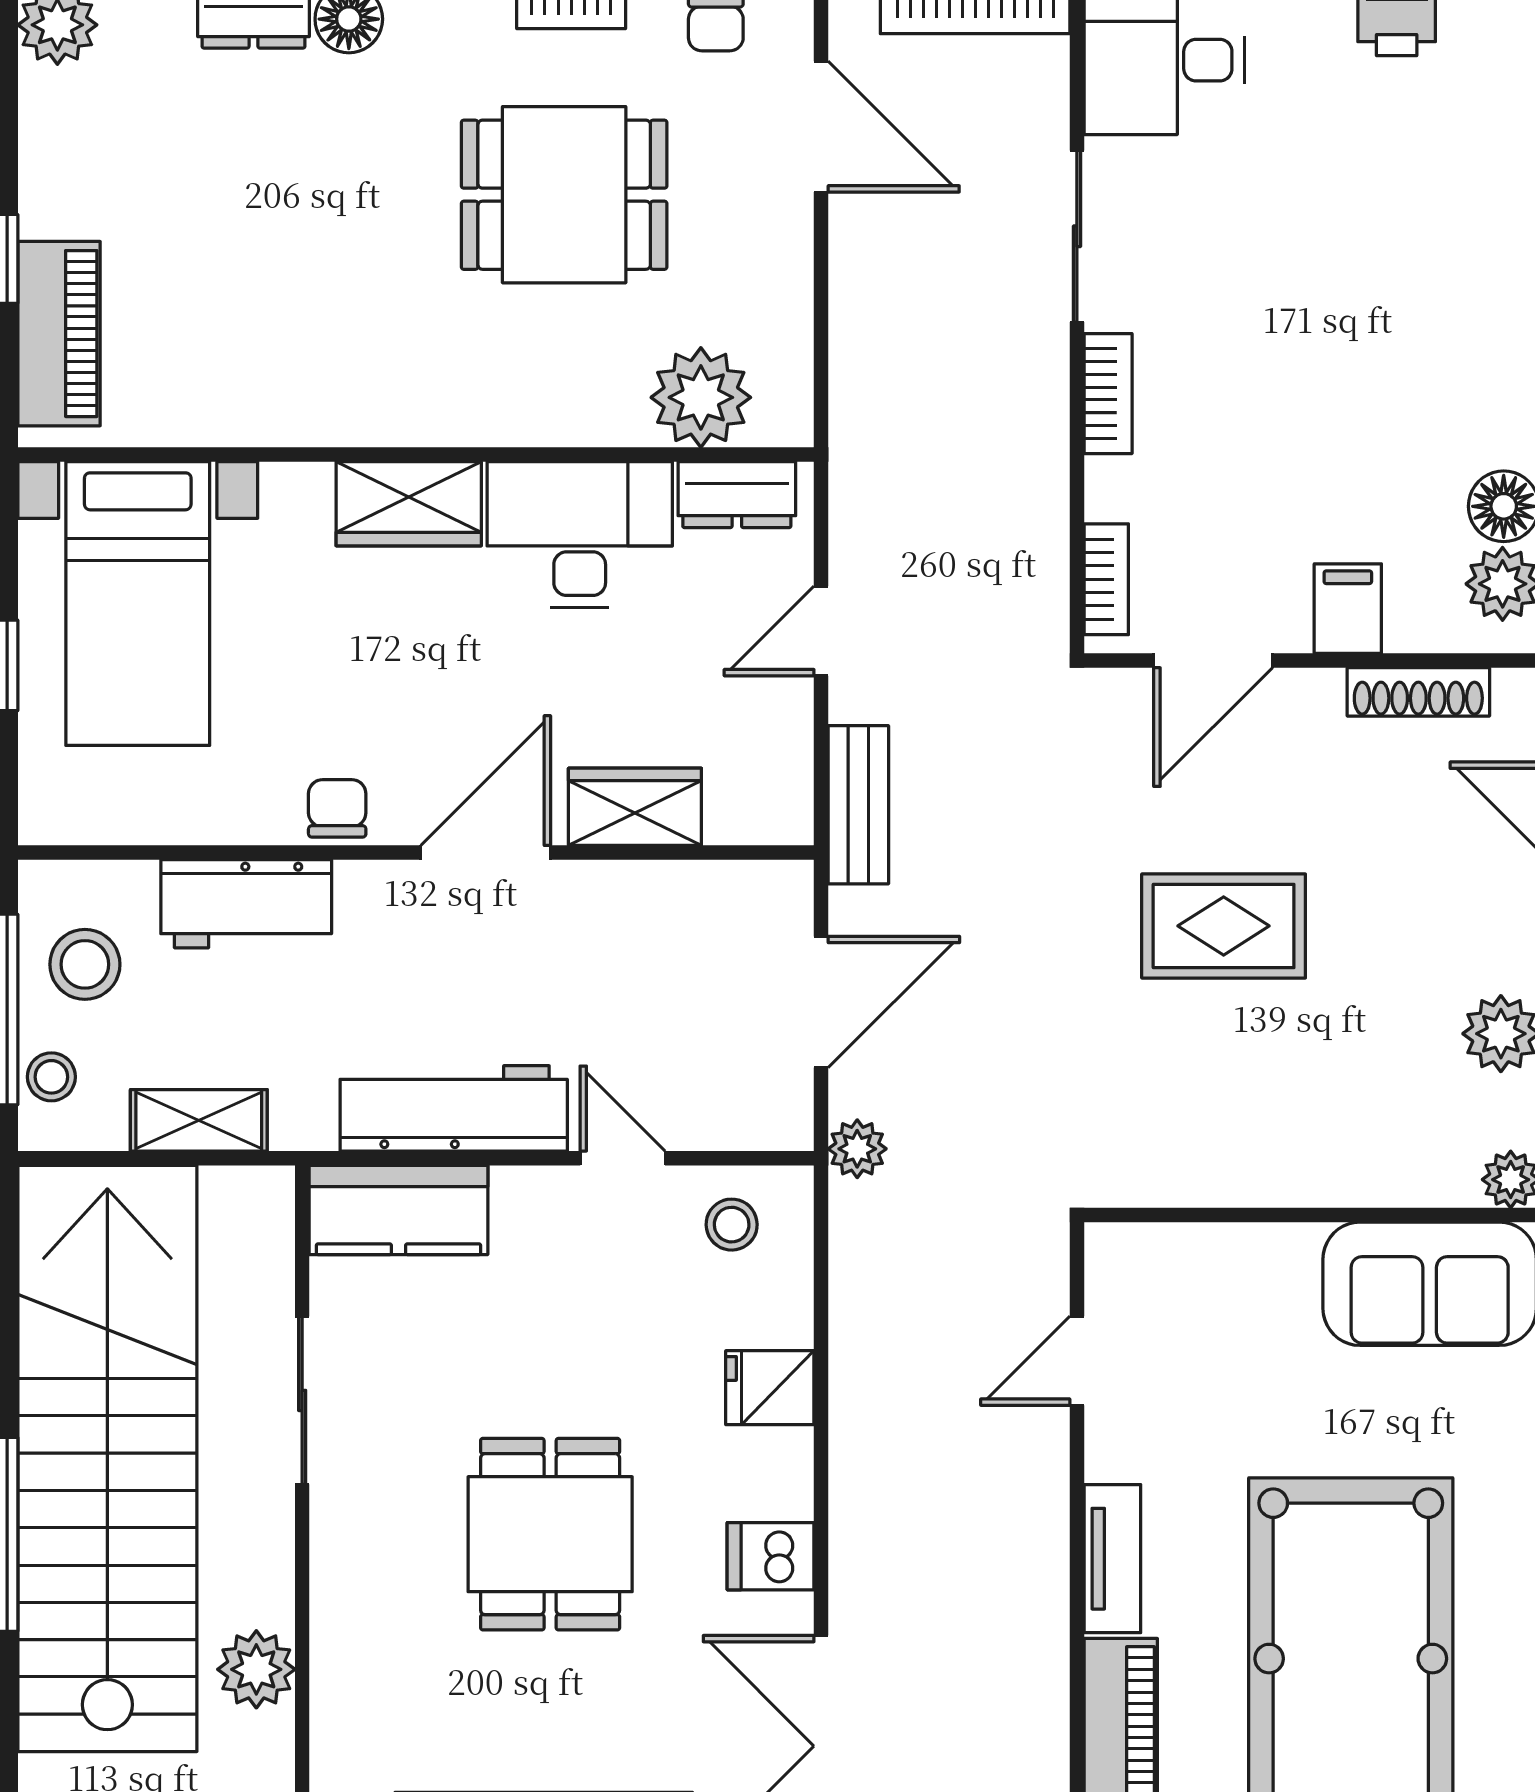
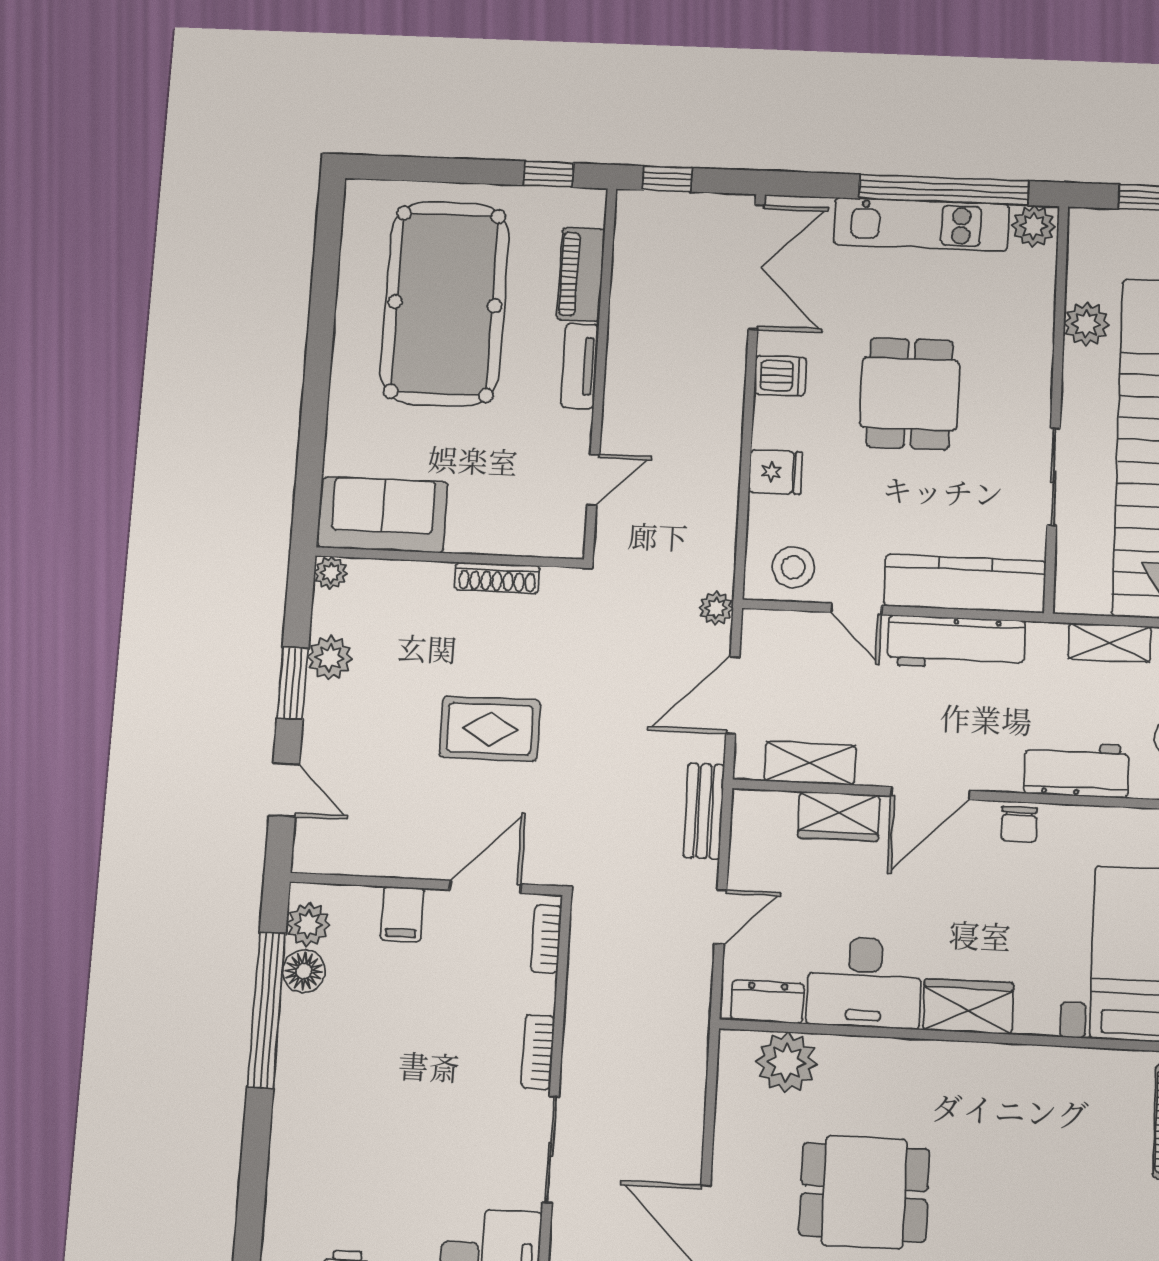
shoe rack: (1418, 692) -> (497, 578), moved, turned 180
shelving: (687, 893) -> (810, 763), added
kitchen counter: (399, 1210) -> (965, 584), width x1.50
stool: (732, 1225) -> (793, 567), width x1.37, depth x1.37

